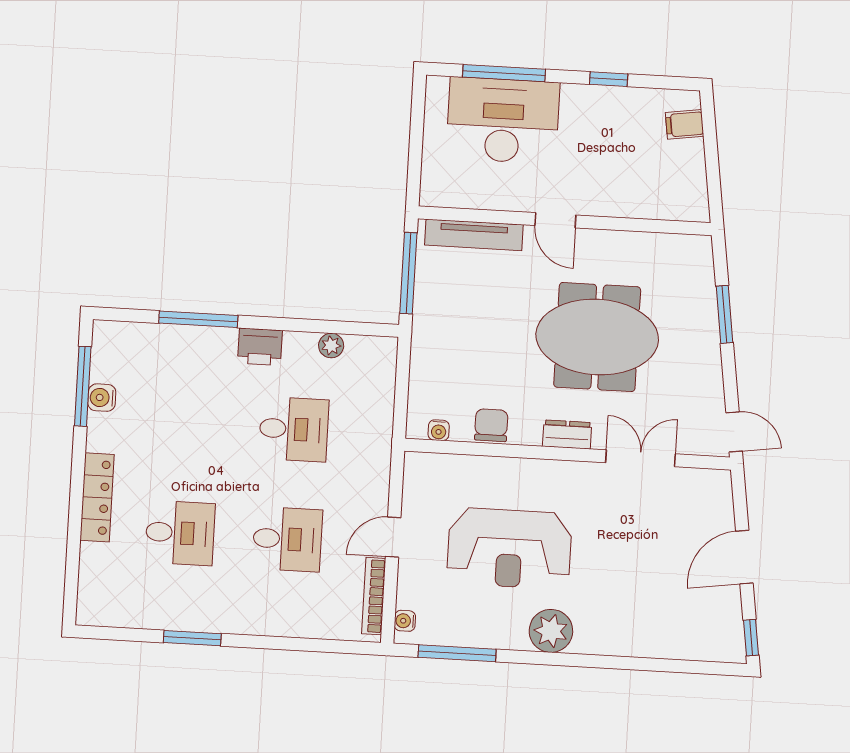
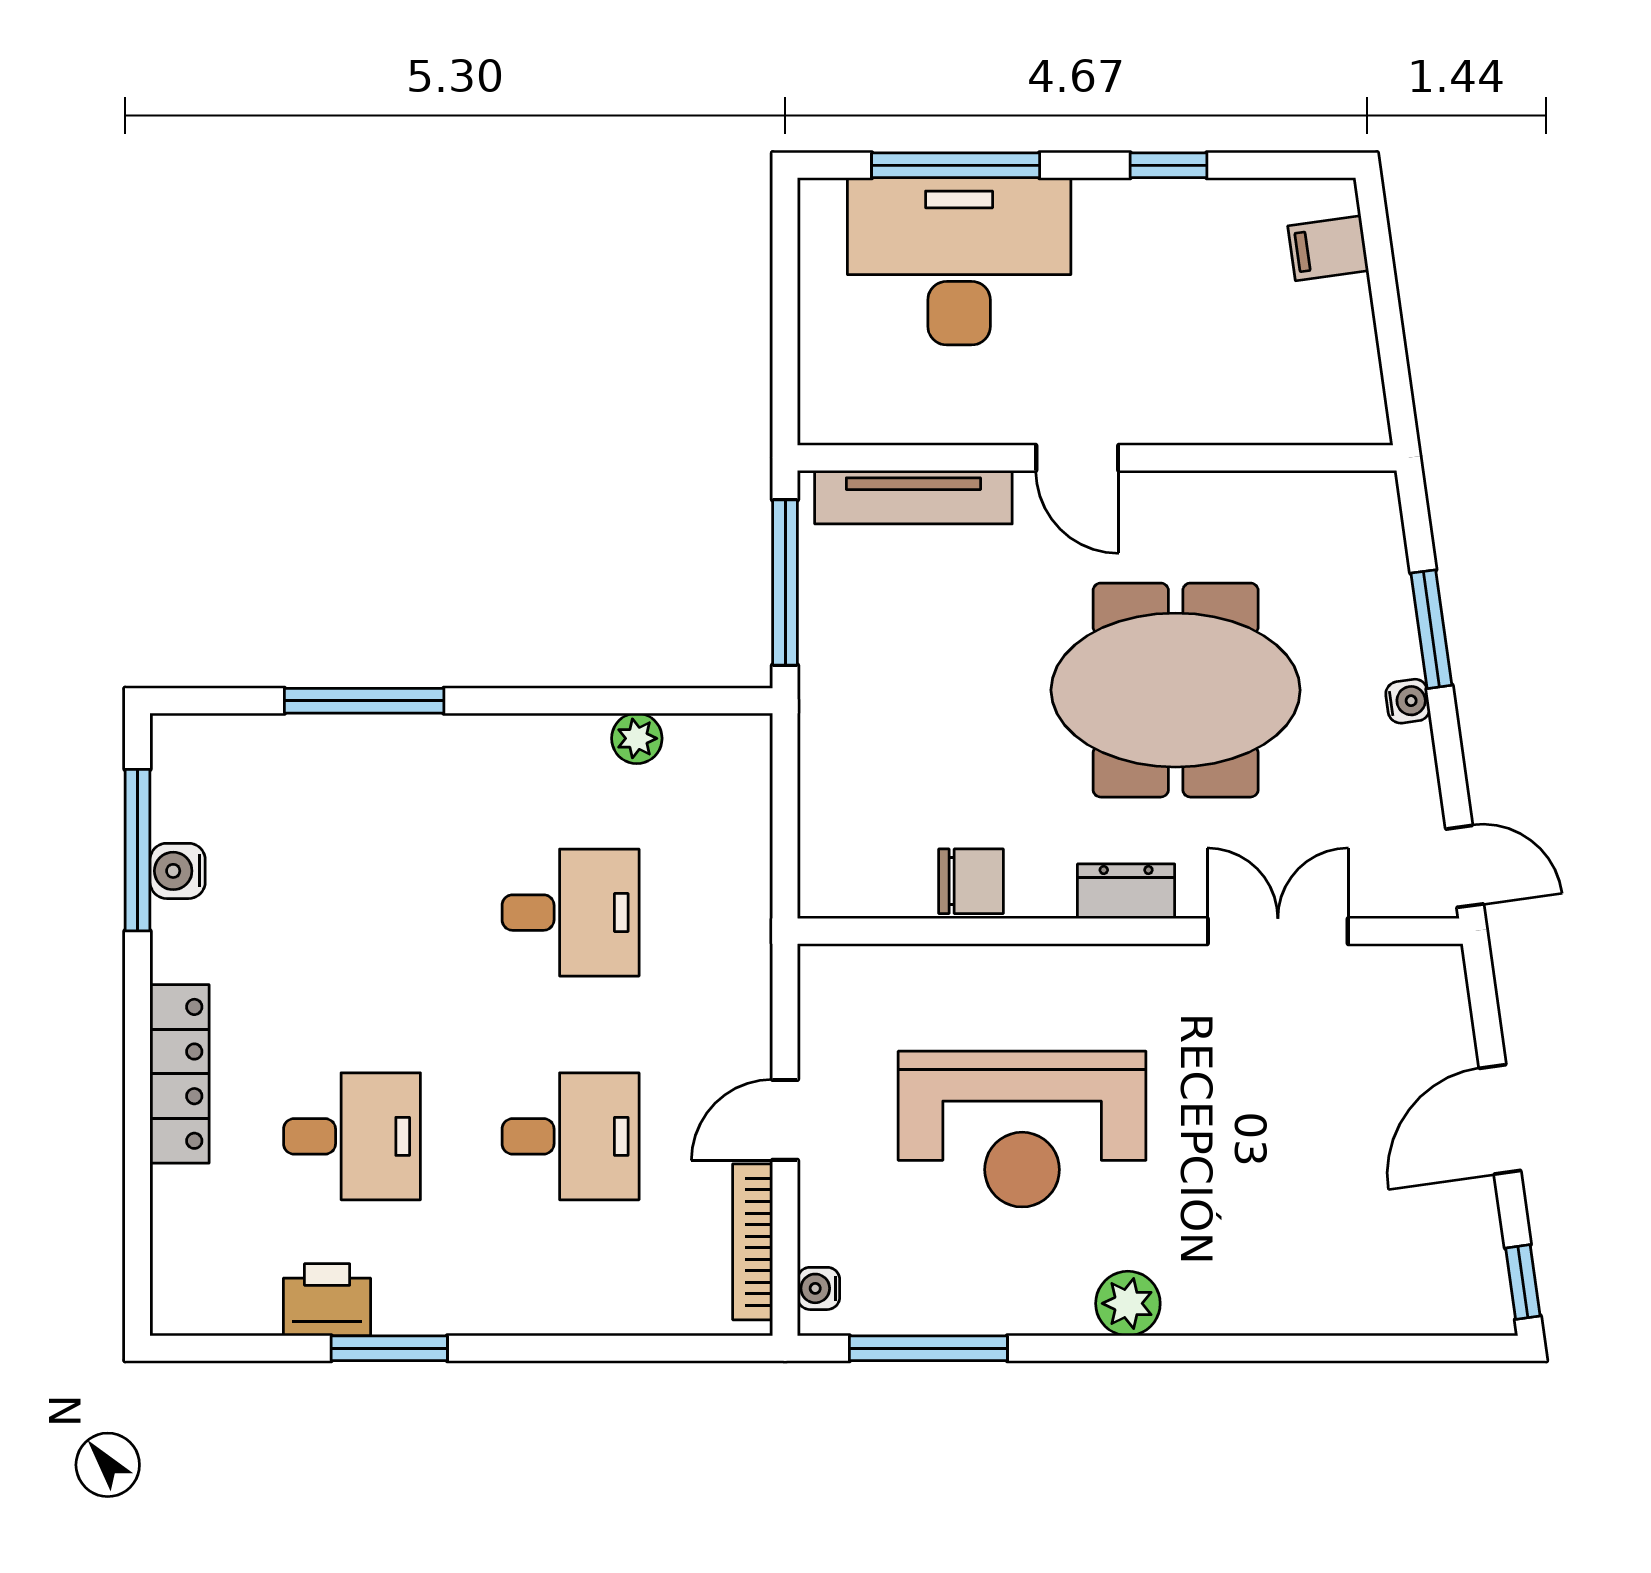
printer: (260, 347) -> (327, 1300), moved, turned 180
chair: (491, 425) -> (971, 881), turned 90
water cooler: (439, 430) -> (1408, 701), moved, turned -98
plant: (551, 631) -> (1128, 1303), width x0.73, depth x0.73

